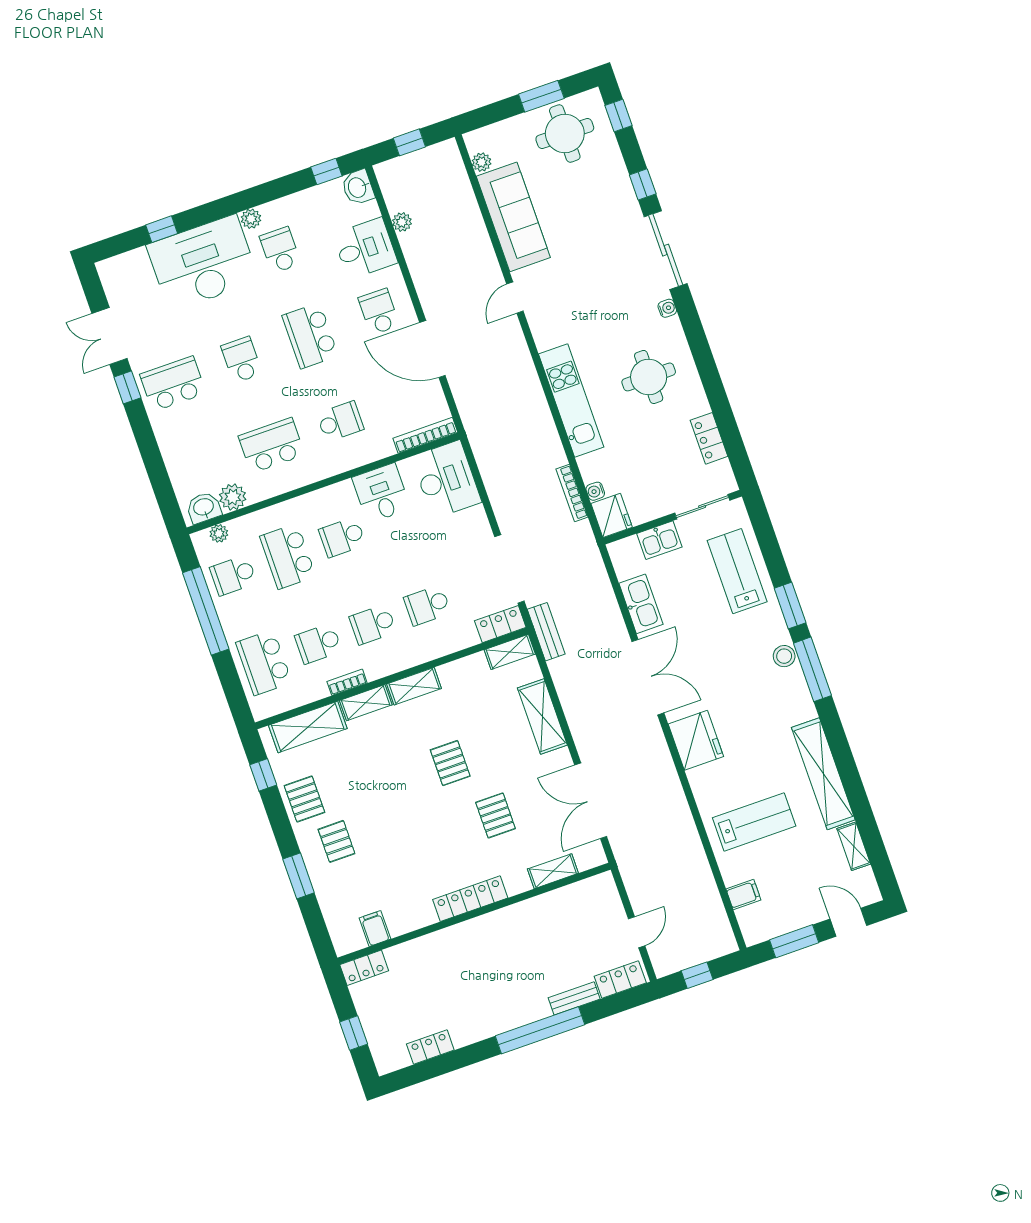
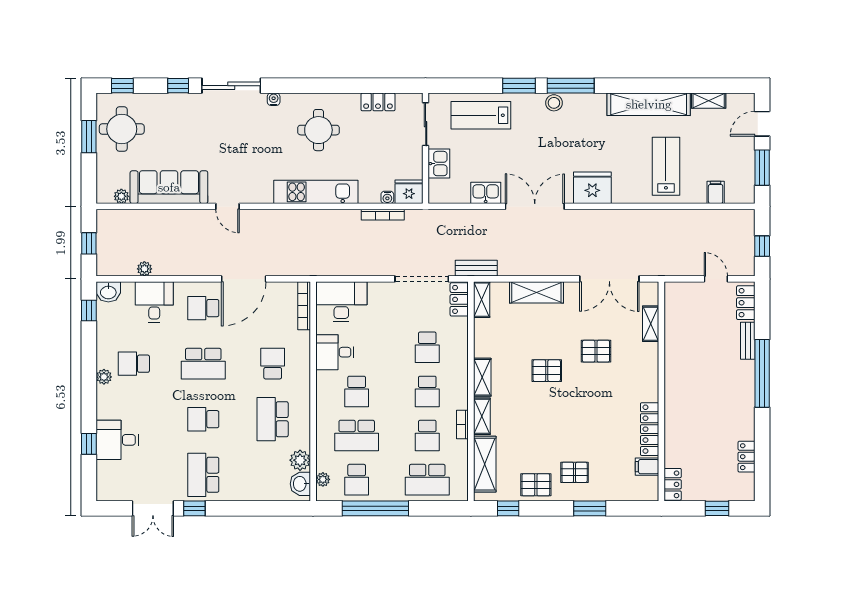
desk: (203, 263) -> (117, 440), width x0.53, depth x0.77
kitchen sink: (641, 604) -> (486, 193), width x0.73
locker: (470, 899) -> (650, 429), moved

